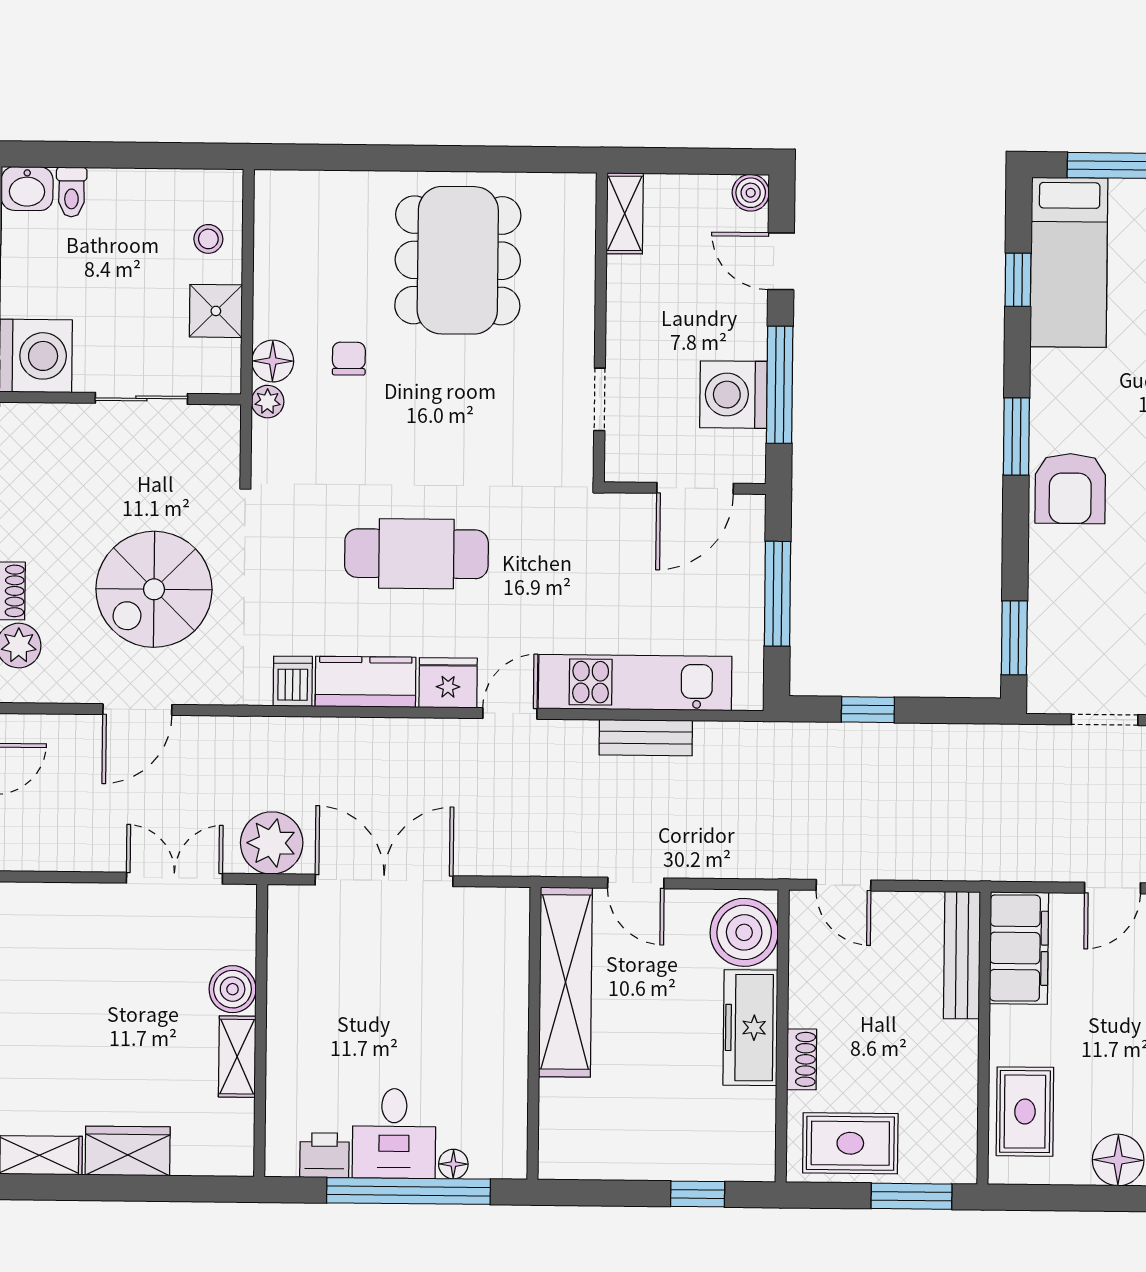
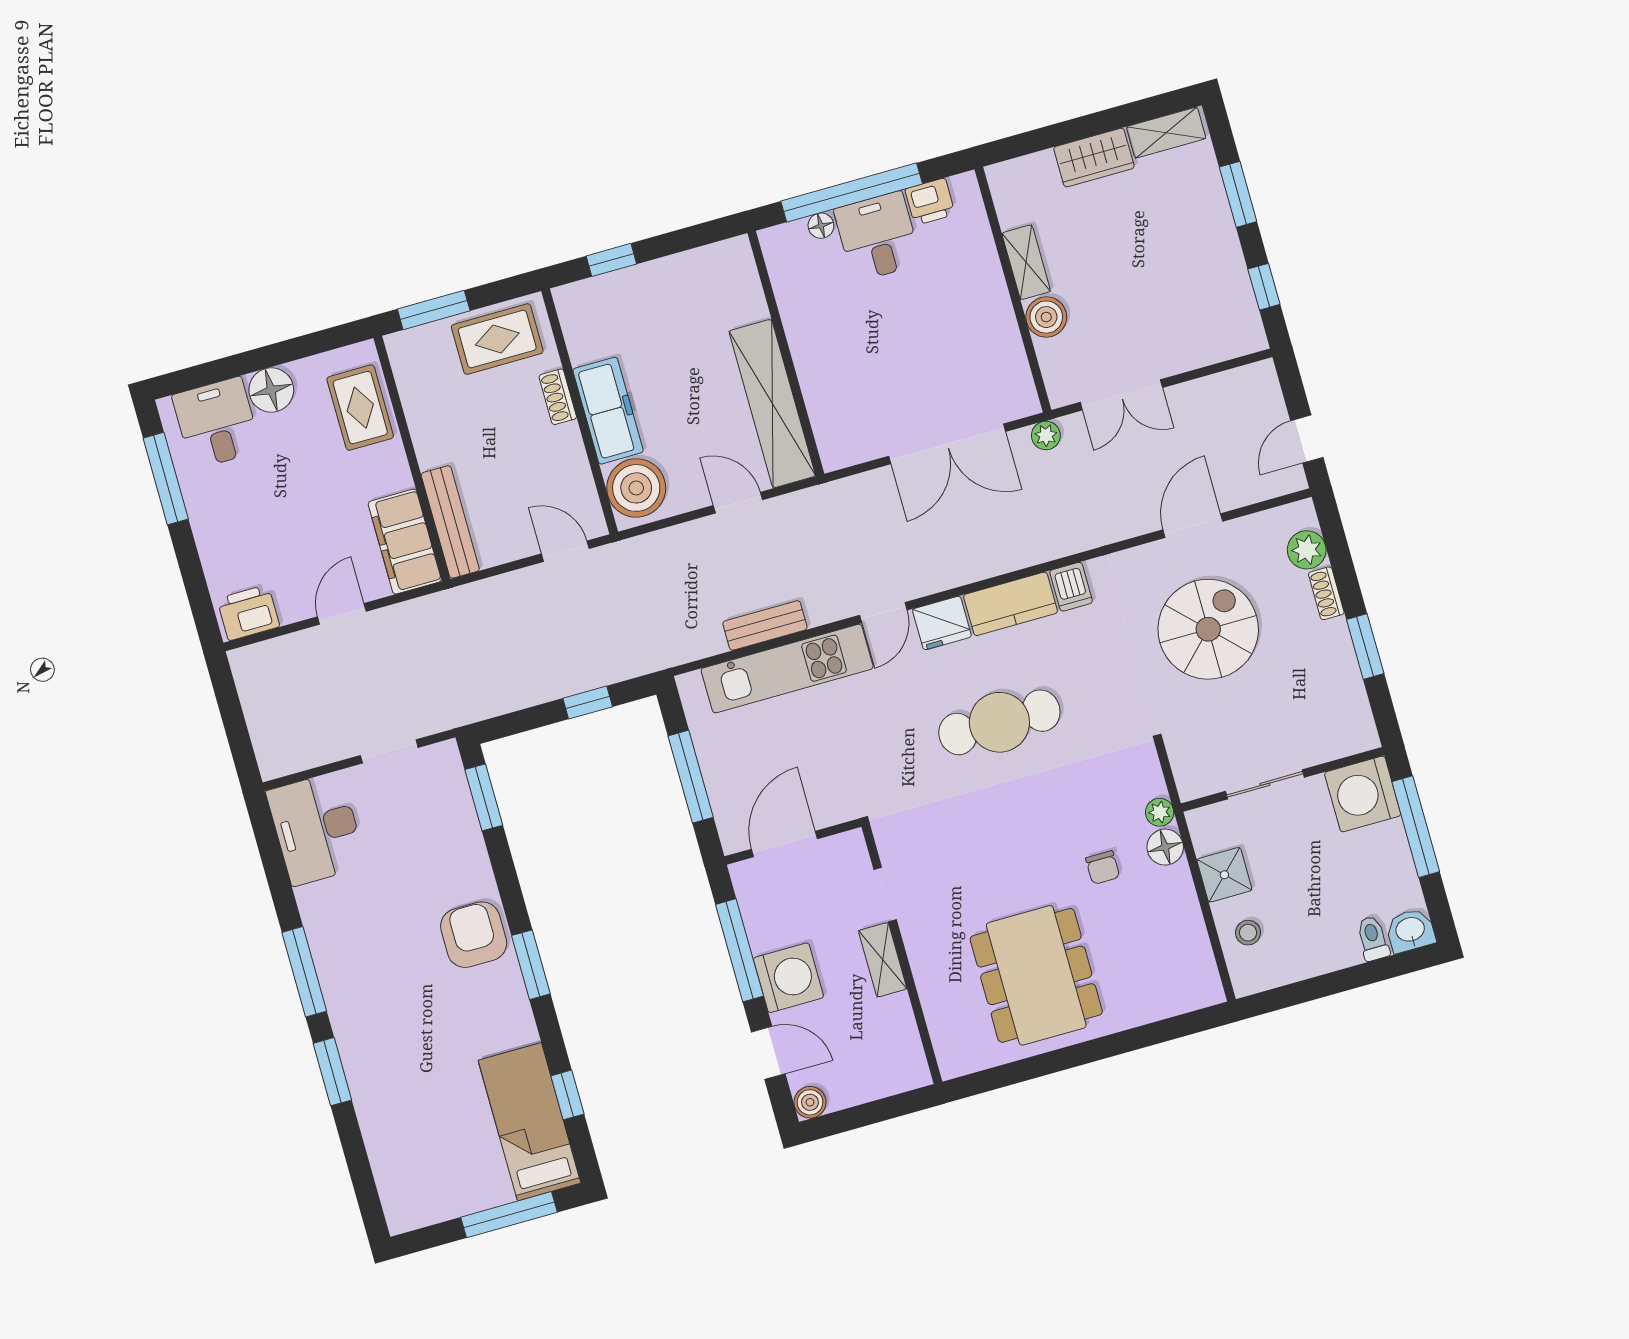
shelving: (625, 213) -> (883, 960), moved
washing machine: (734, 395) -> (788, 978), moved
plant: (272, 843) -> (1046, 436), width x0.53, depth x0.53

